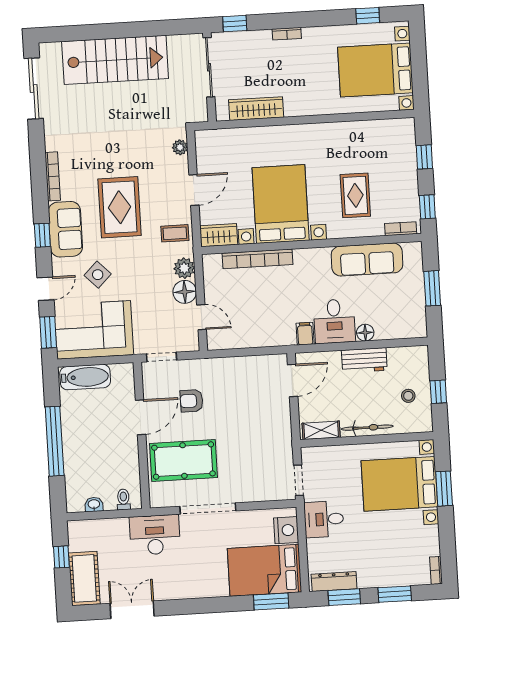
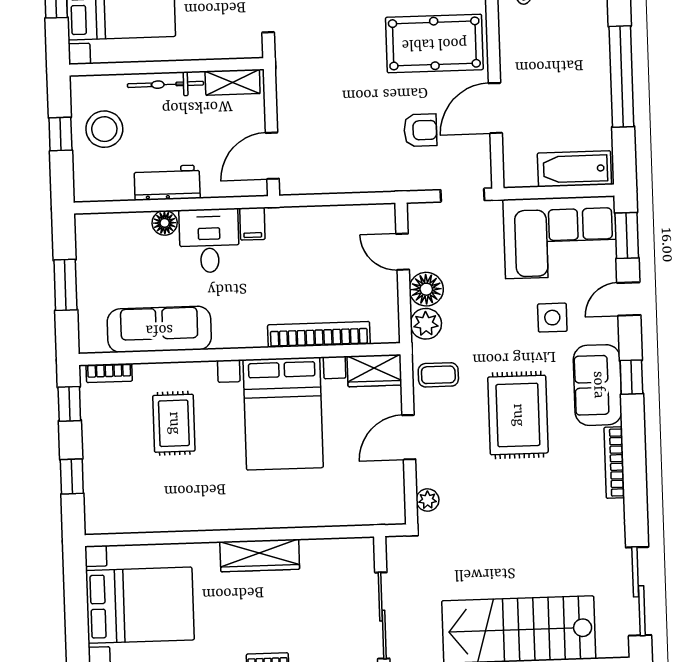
wardrobe: (256, 109) -> (260, 555), moved
side table: (98, 275) -> (552, 318), turned 45
stool: (408, 396) -> (104, 129), width x1.89, depth x1.89

